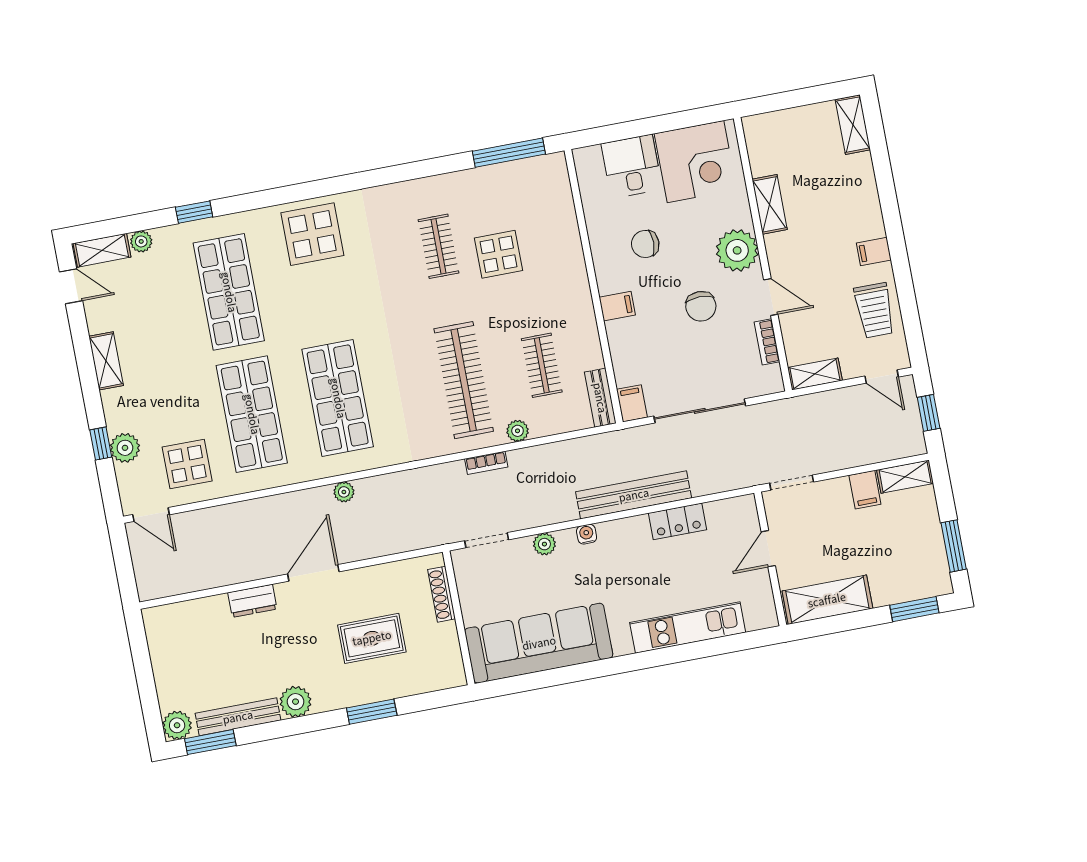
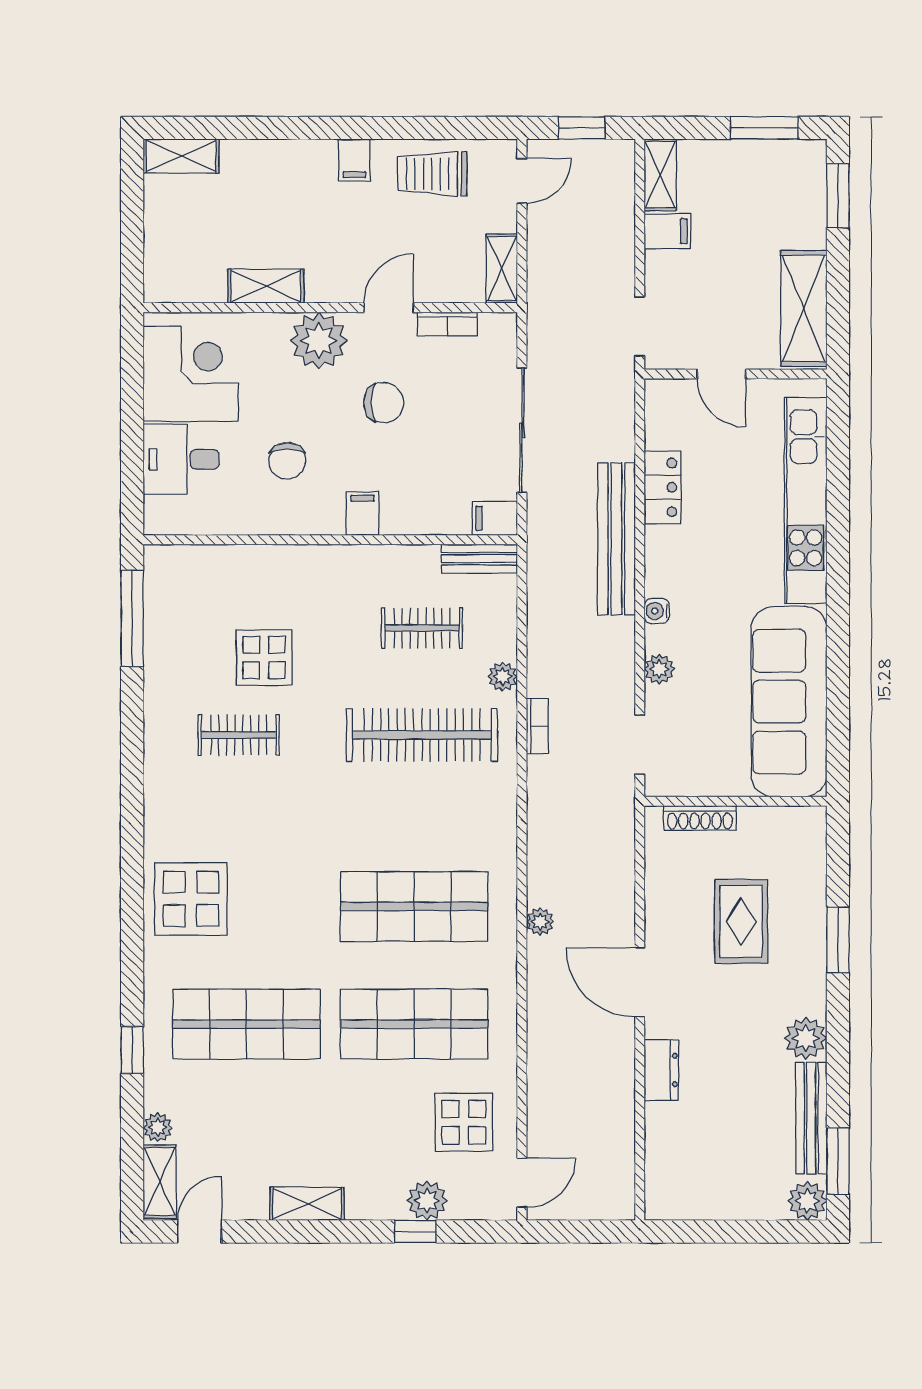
trolley: (874, 310) -> (432, 174), turned 180
kitchen unit: (688, 627) -> (806, 500), width x1.36

